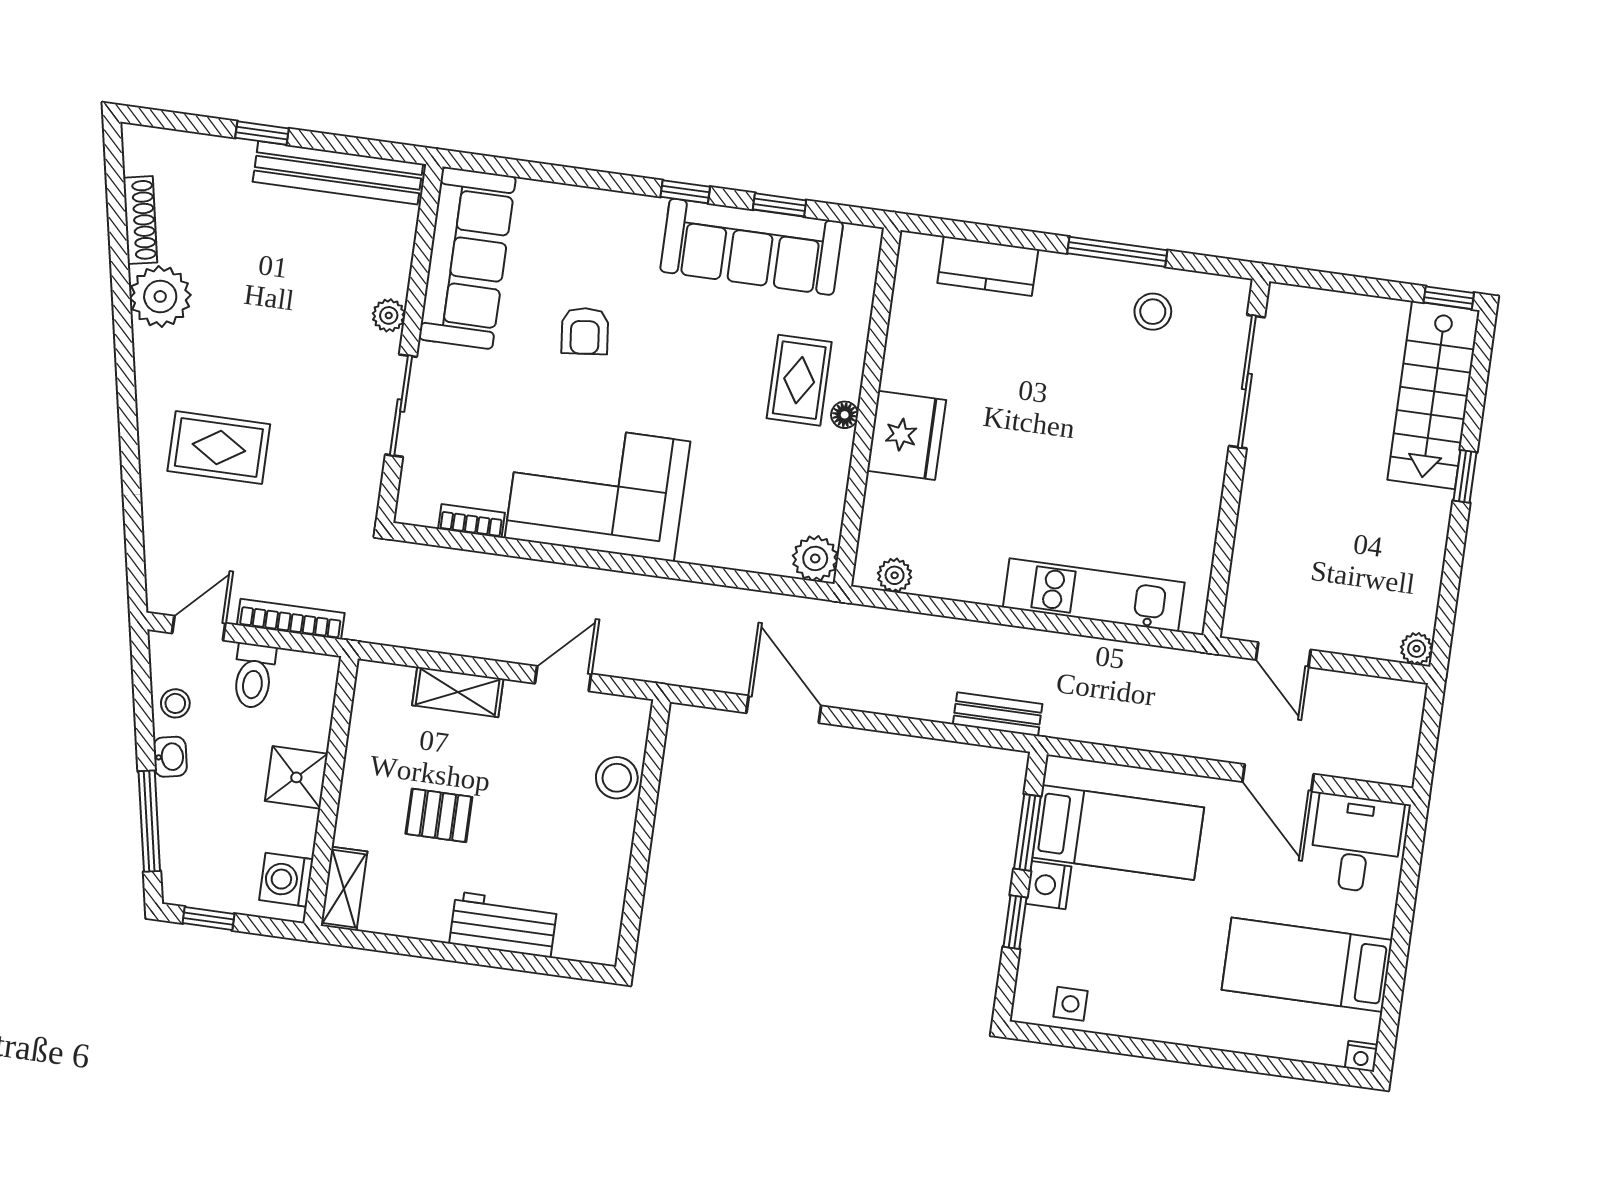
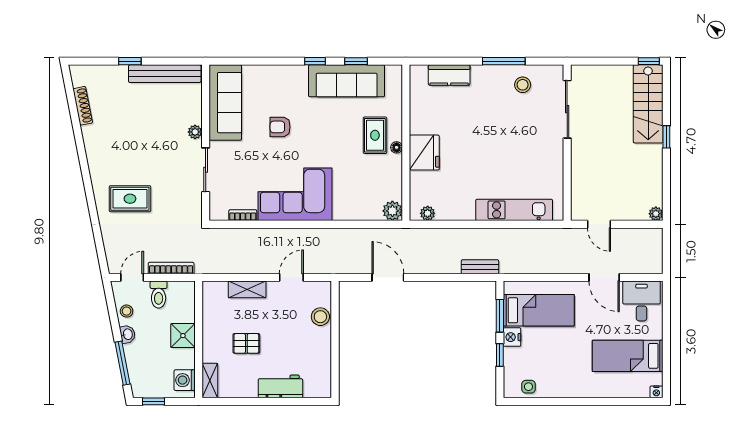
plant: (160, 296) -> (96, 137), removed
armchair: (585, 331) -> (280, 127), turned 96

